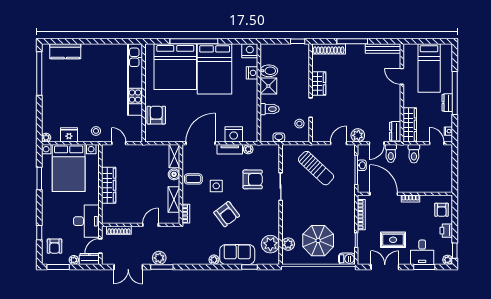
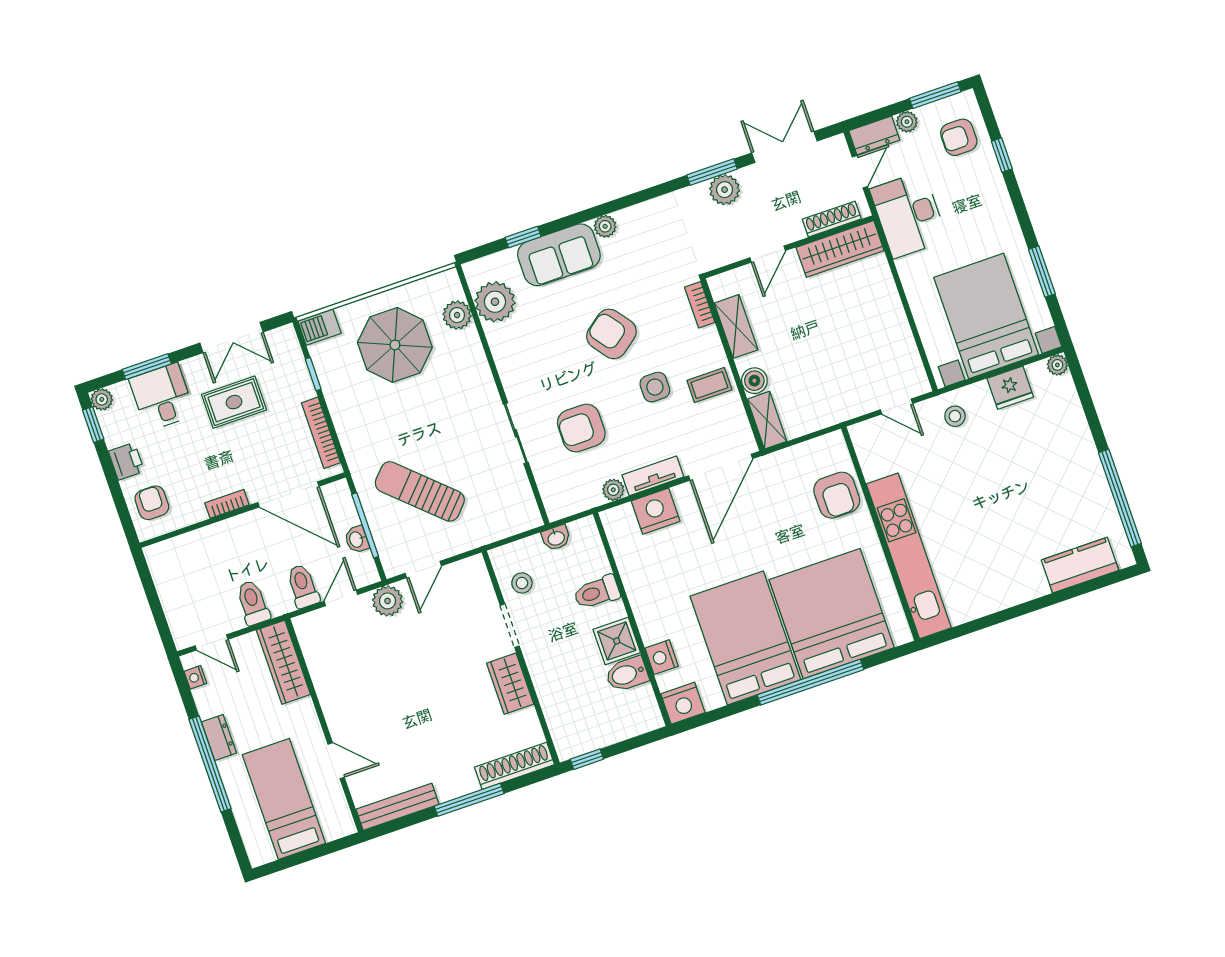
dresser: (395, 131) -> (310, 637), removed
sun lounger: (316, 168) -> (420, 491), moved
wardrobe: (109, 185) -> (840, 249), moved, turned -90
armchair: (54, 246) -> (959, 137), turned -90

